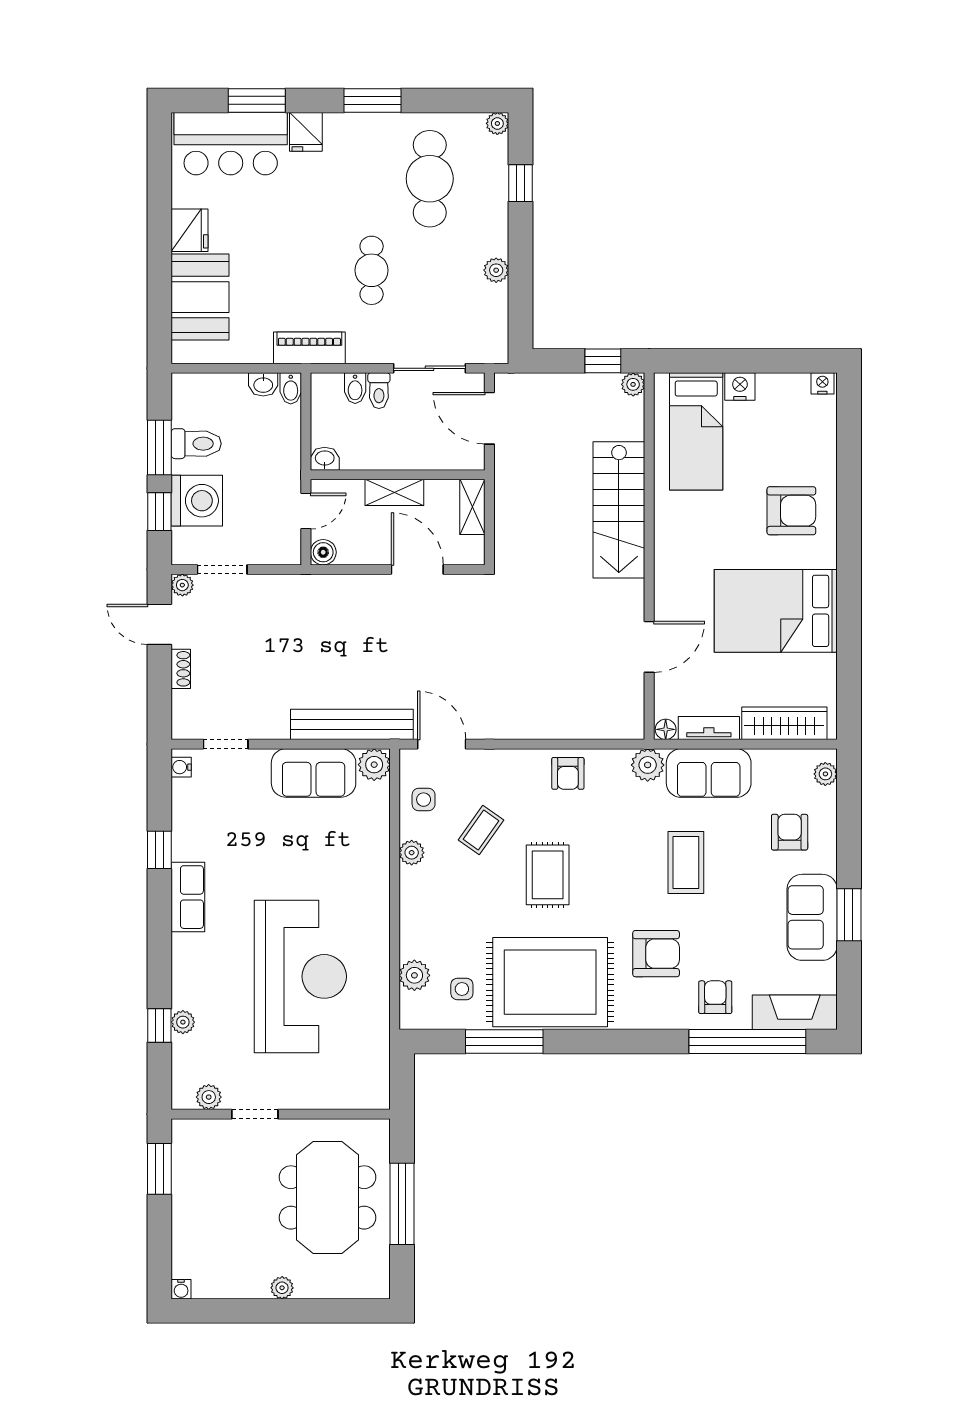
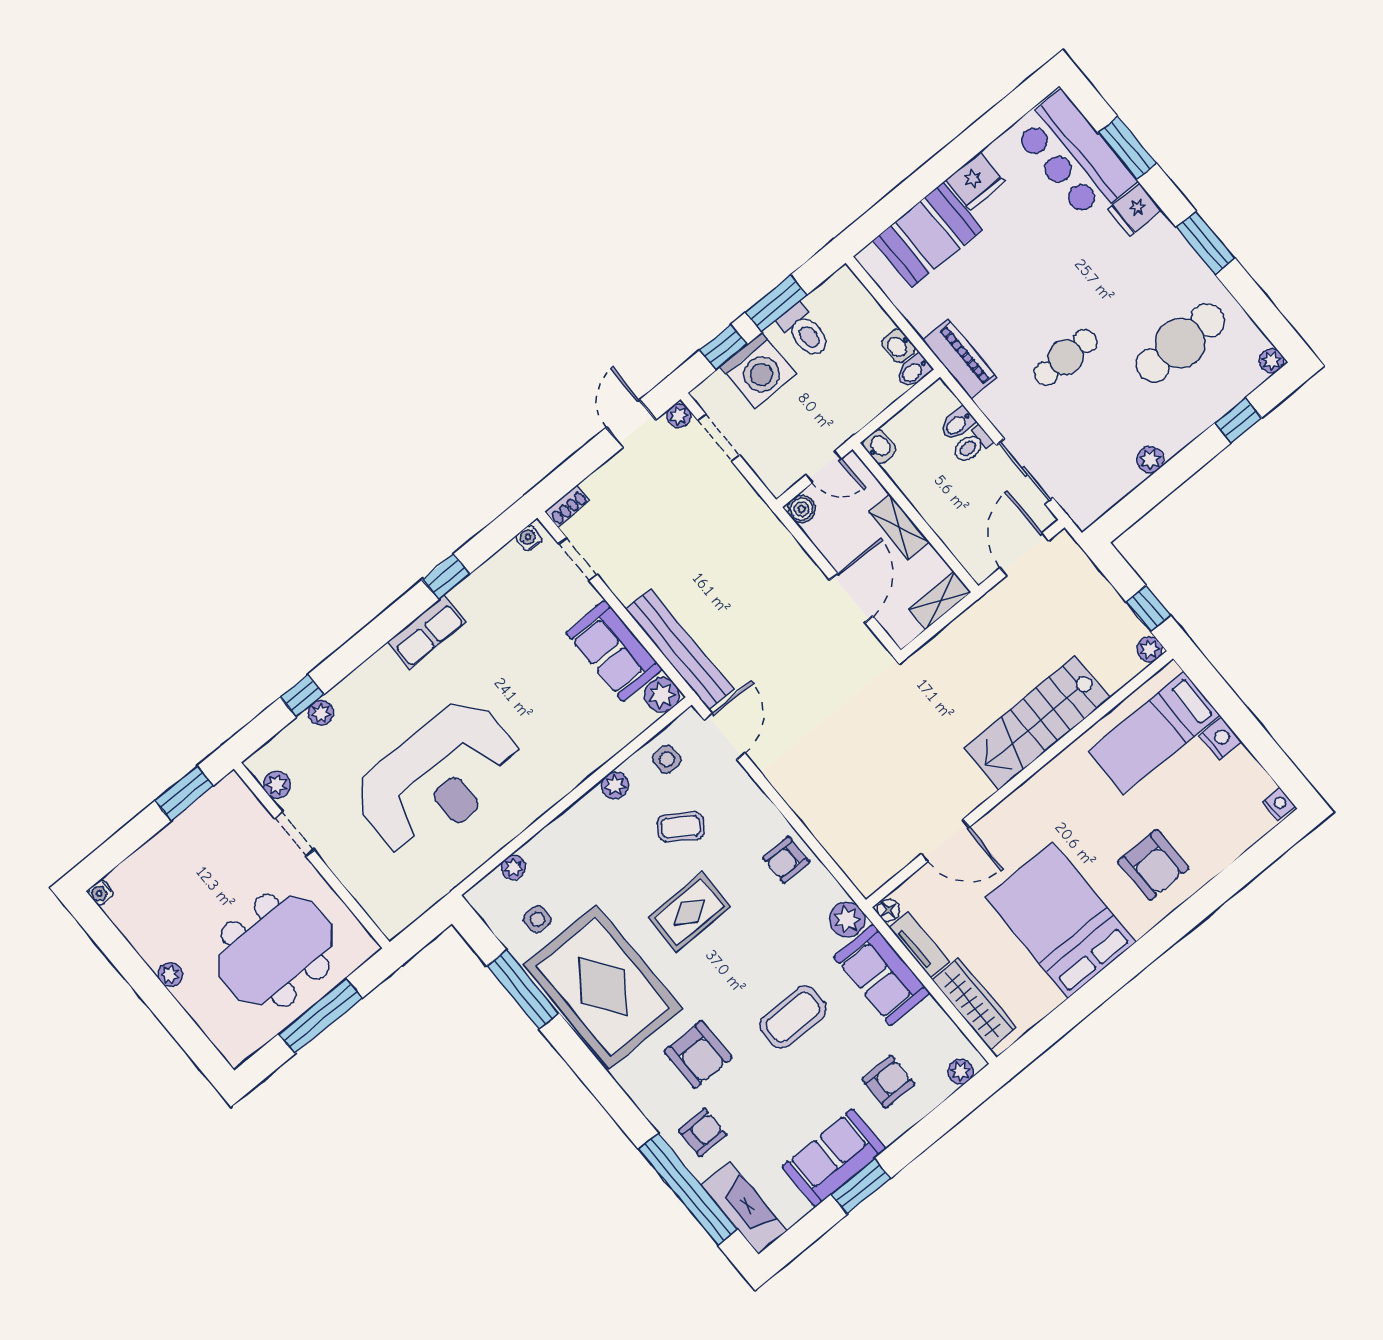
shoe rack: (181, 669) -> (567, 506), moved
plant: (414, 975) -> (514, 868), width x0.73, depth x0.73

